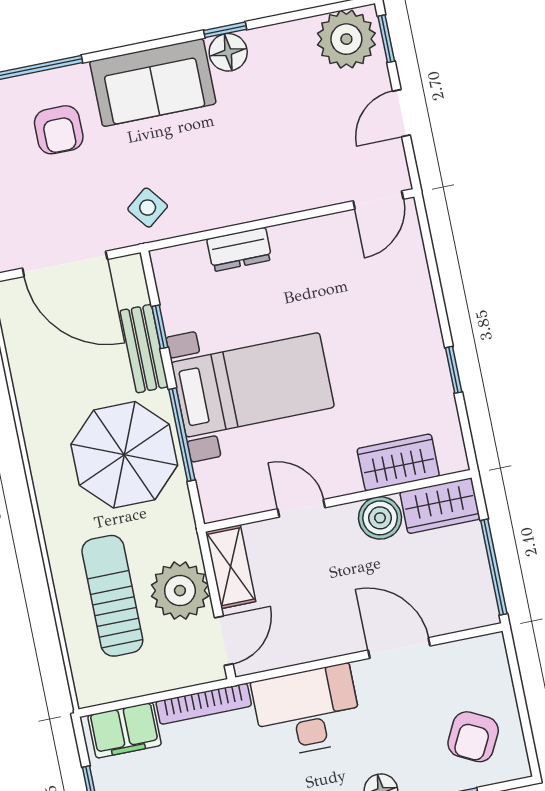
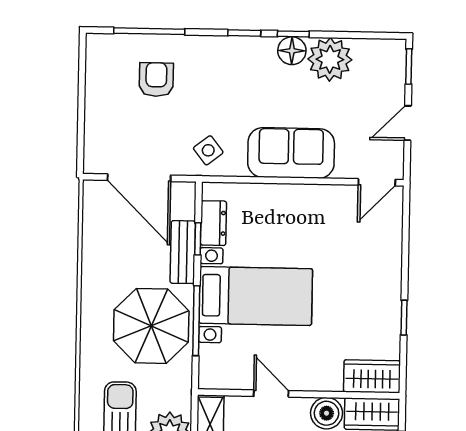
plant: (346, 39) -> (330, 59), moved
window: (161, 43) -> (244, 33), added
sofa: (153, 83) -> (291, 153), moved, turned 180
armchair: (59, 130) -> (156, 80), turned 180
dresser: (239, 249) -> (213, 223), moved, turned -90
wardrobe: (398, 462) -> (372, 376), moved

